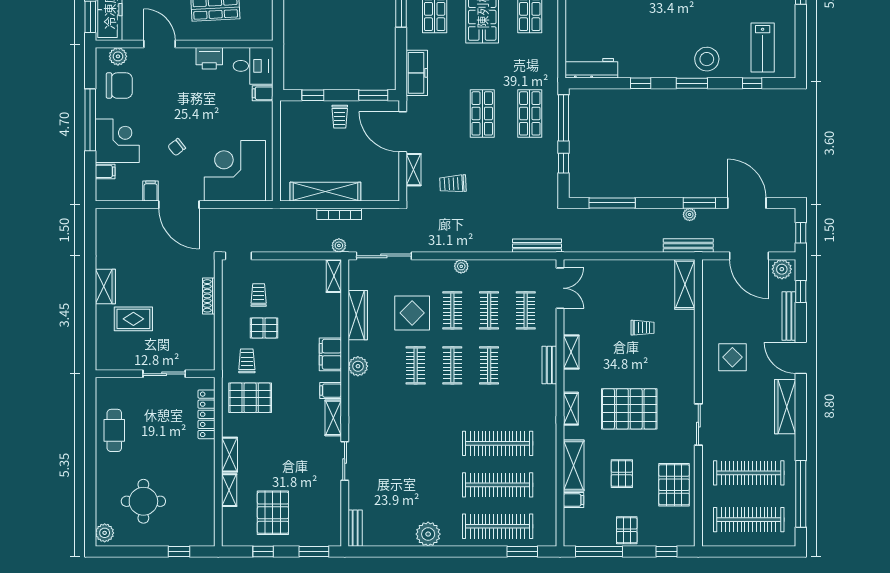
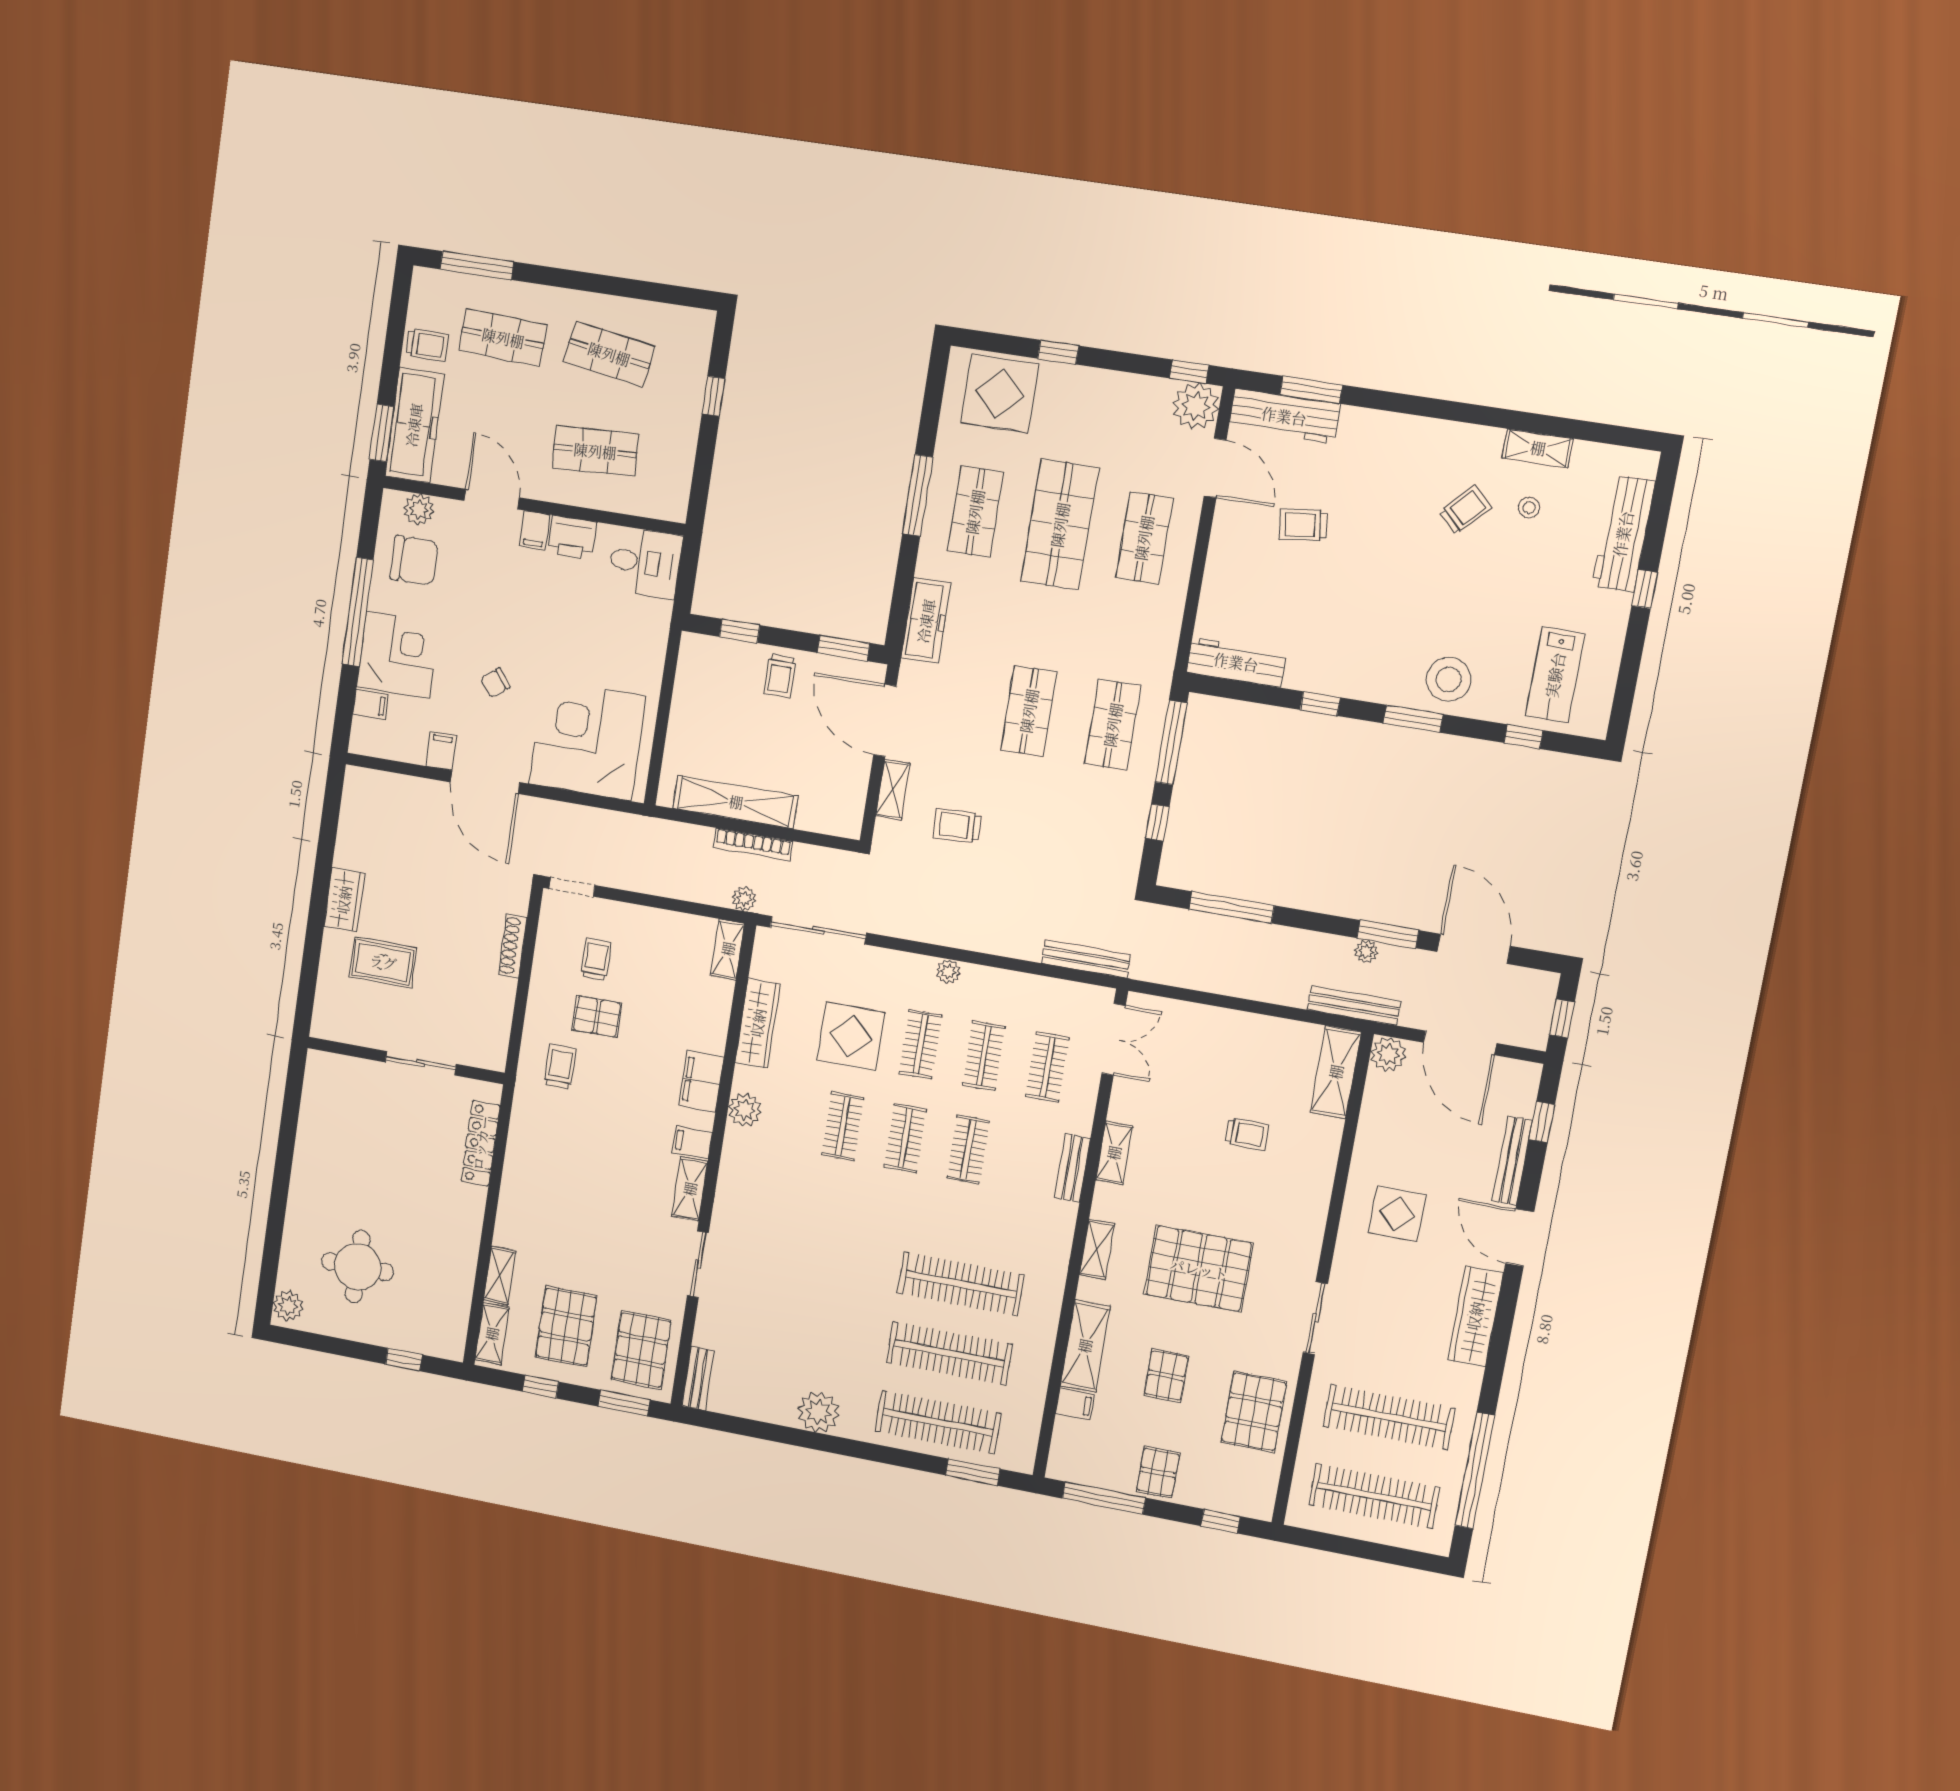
filing cabinet: (263, 93) -> (535, 530), moved, turned -90
plant: (782, 269) -> (1388, 1054), moved
pallet: (250, 398) -> (641, 1350), moved, turned 90
cafe table: (114, 430) -> (326, 1142), removed
shelving: (230, 455) -> (492, 1334), moved

